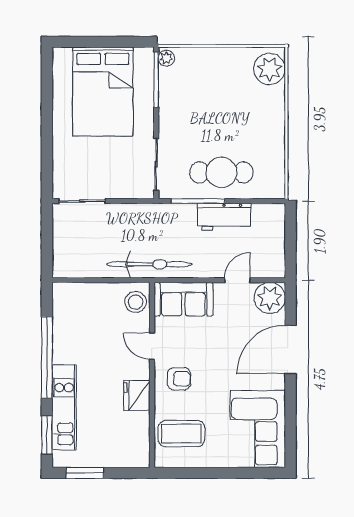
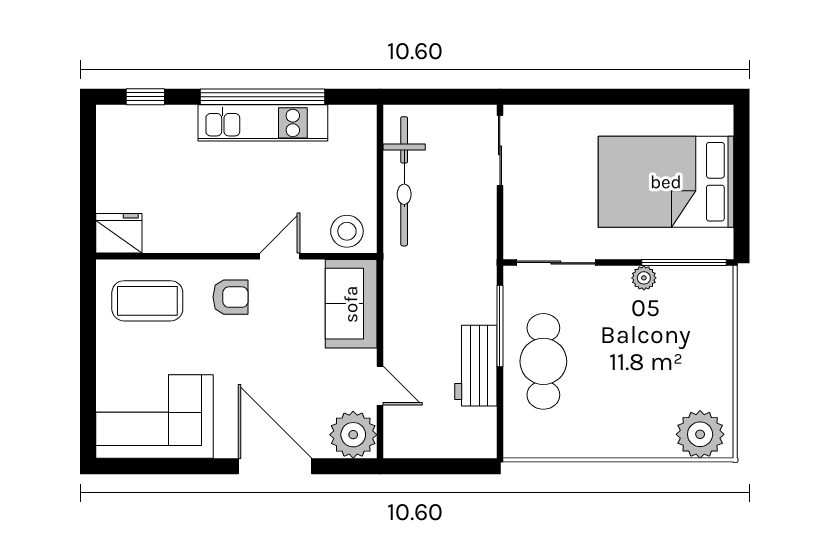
plant: (166, 58) -> (644, 278), moved
bicycle: (149, 264) -> (404, 181), moved
armchair: (179, 379) -> (231, 297), turned -90
fridge: (137, 395) -> (119, 233), moved
kitchen unit: (64, 407) -> (263, 123), moved
coffee table: (181, 434) -> (147, 301), turned 90
window: (47, 435) -> (145, 97), width x0.67
window: (85, 473) -> (88, 154), removed

